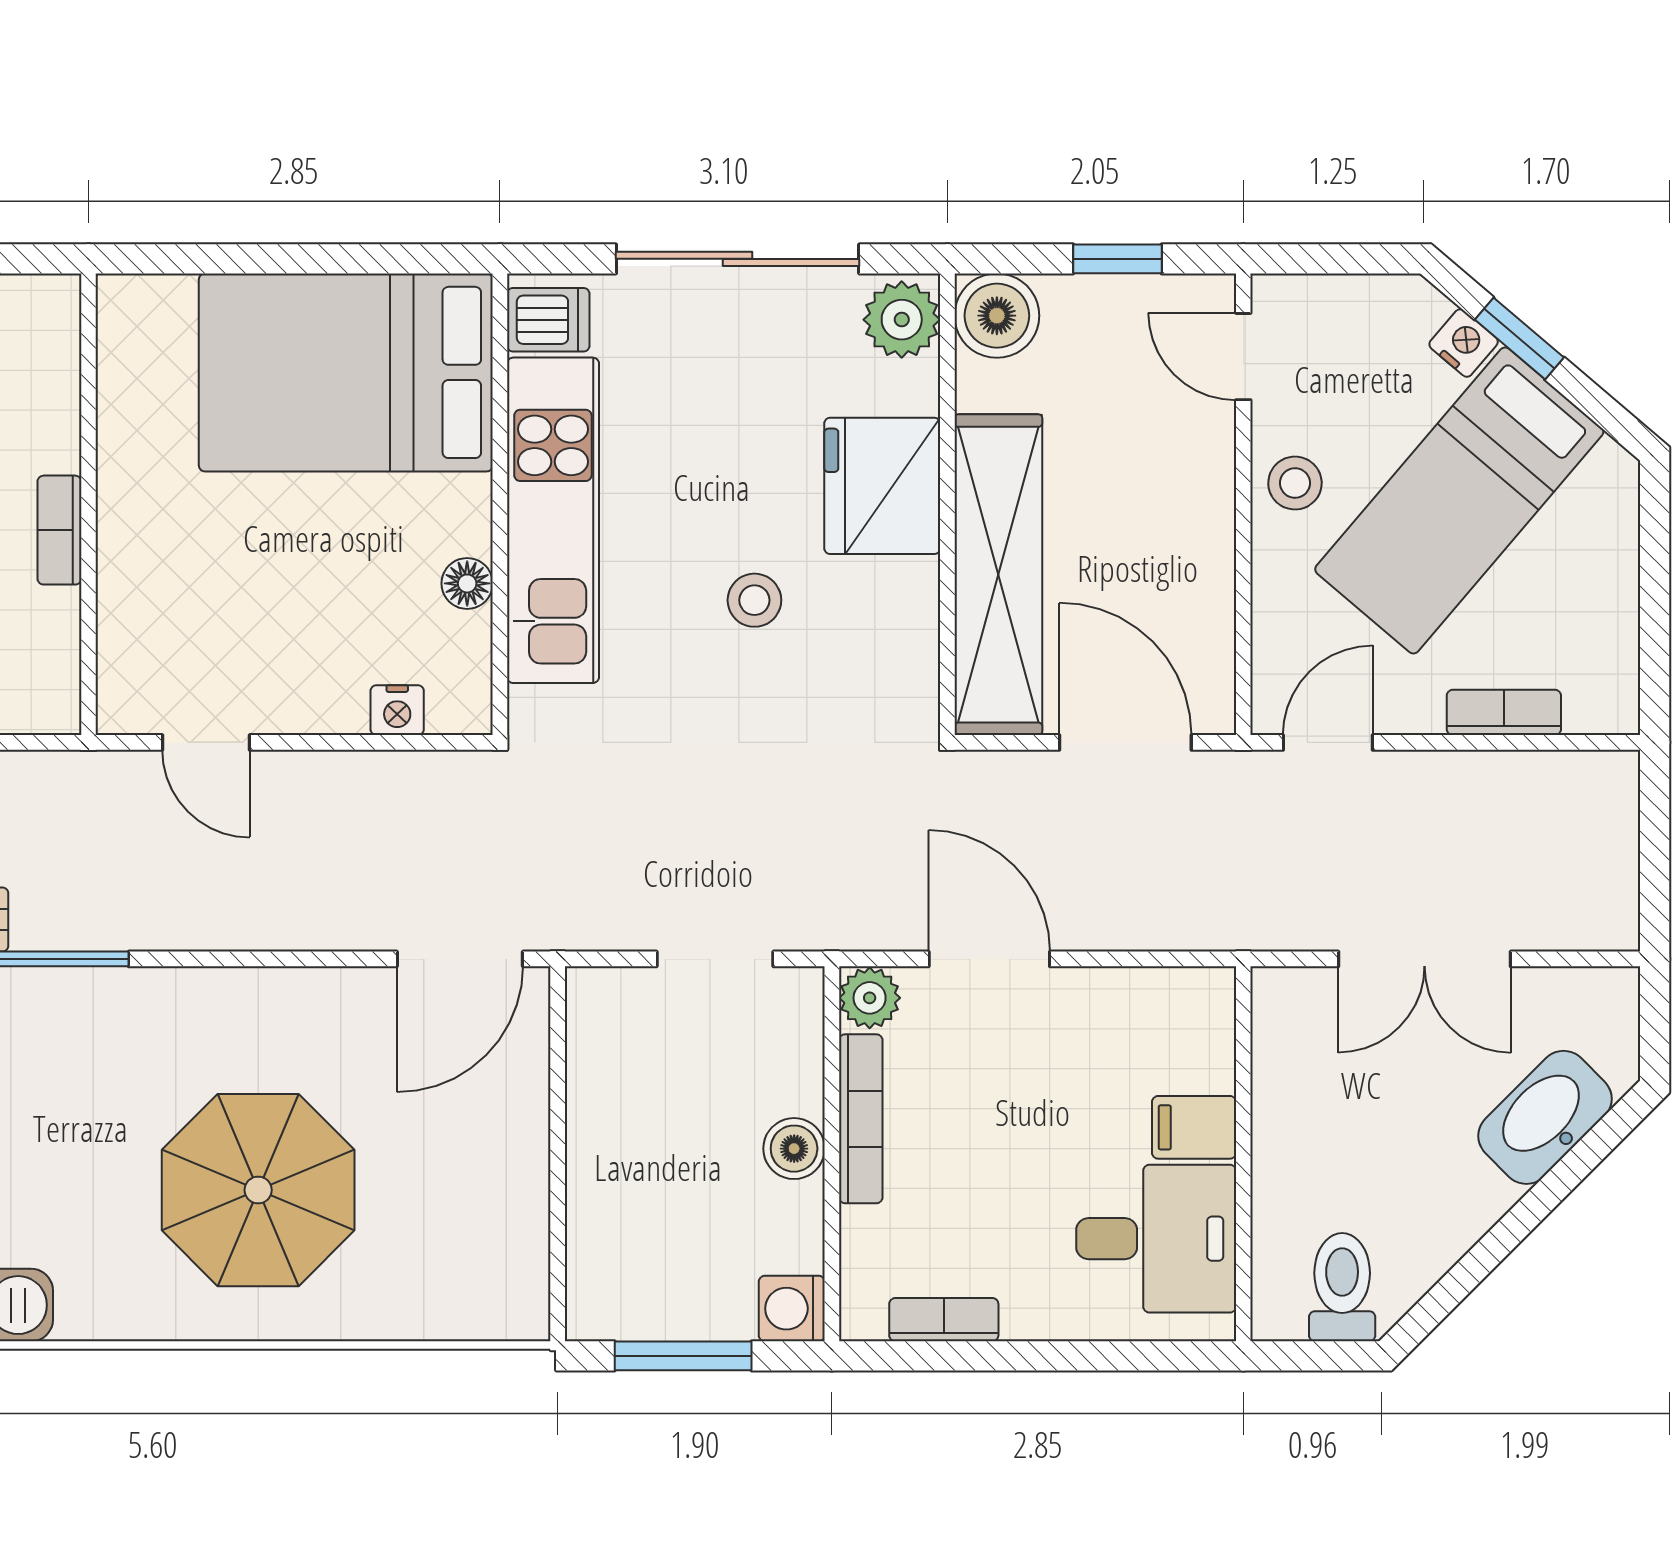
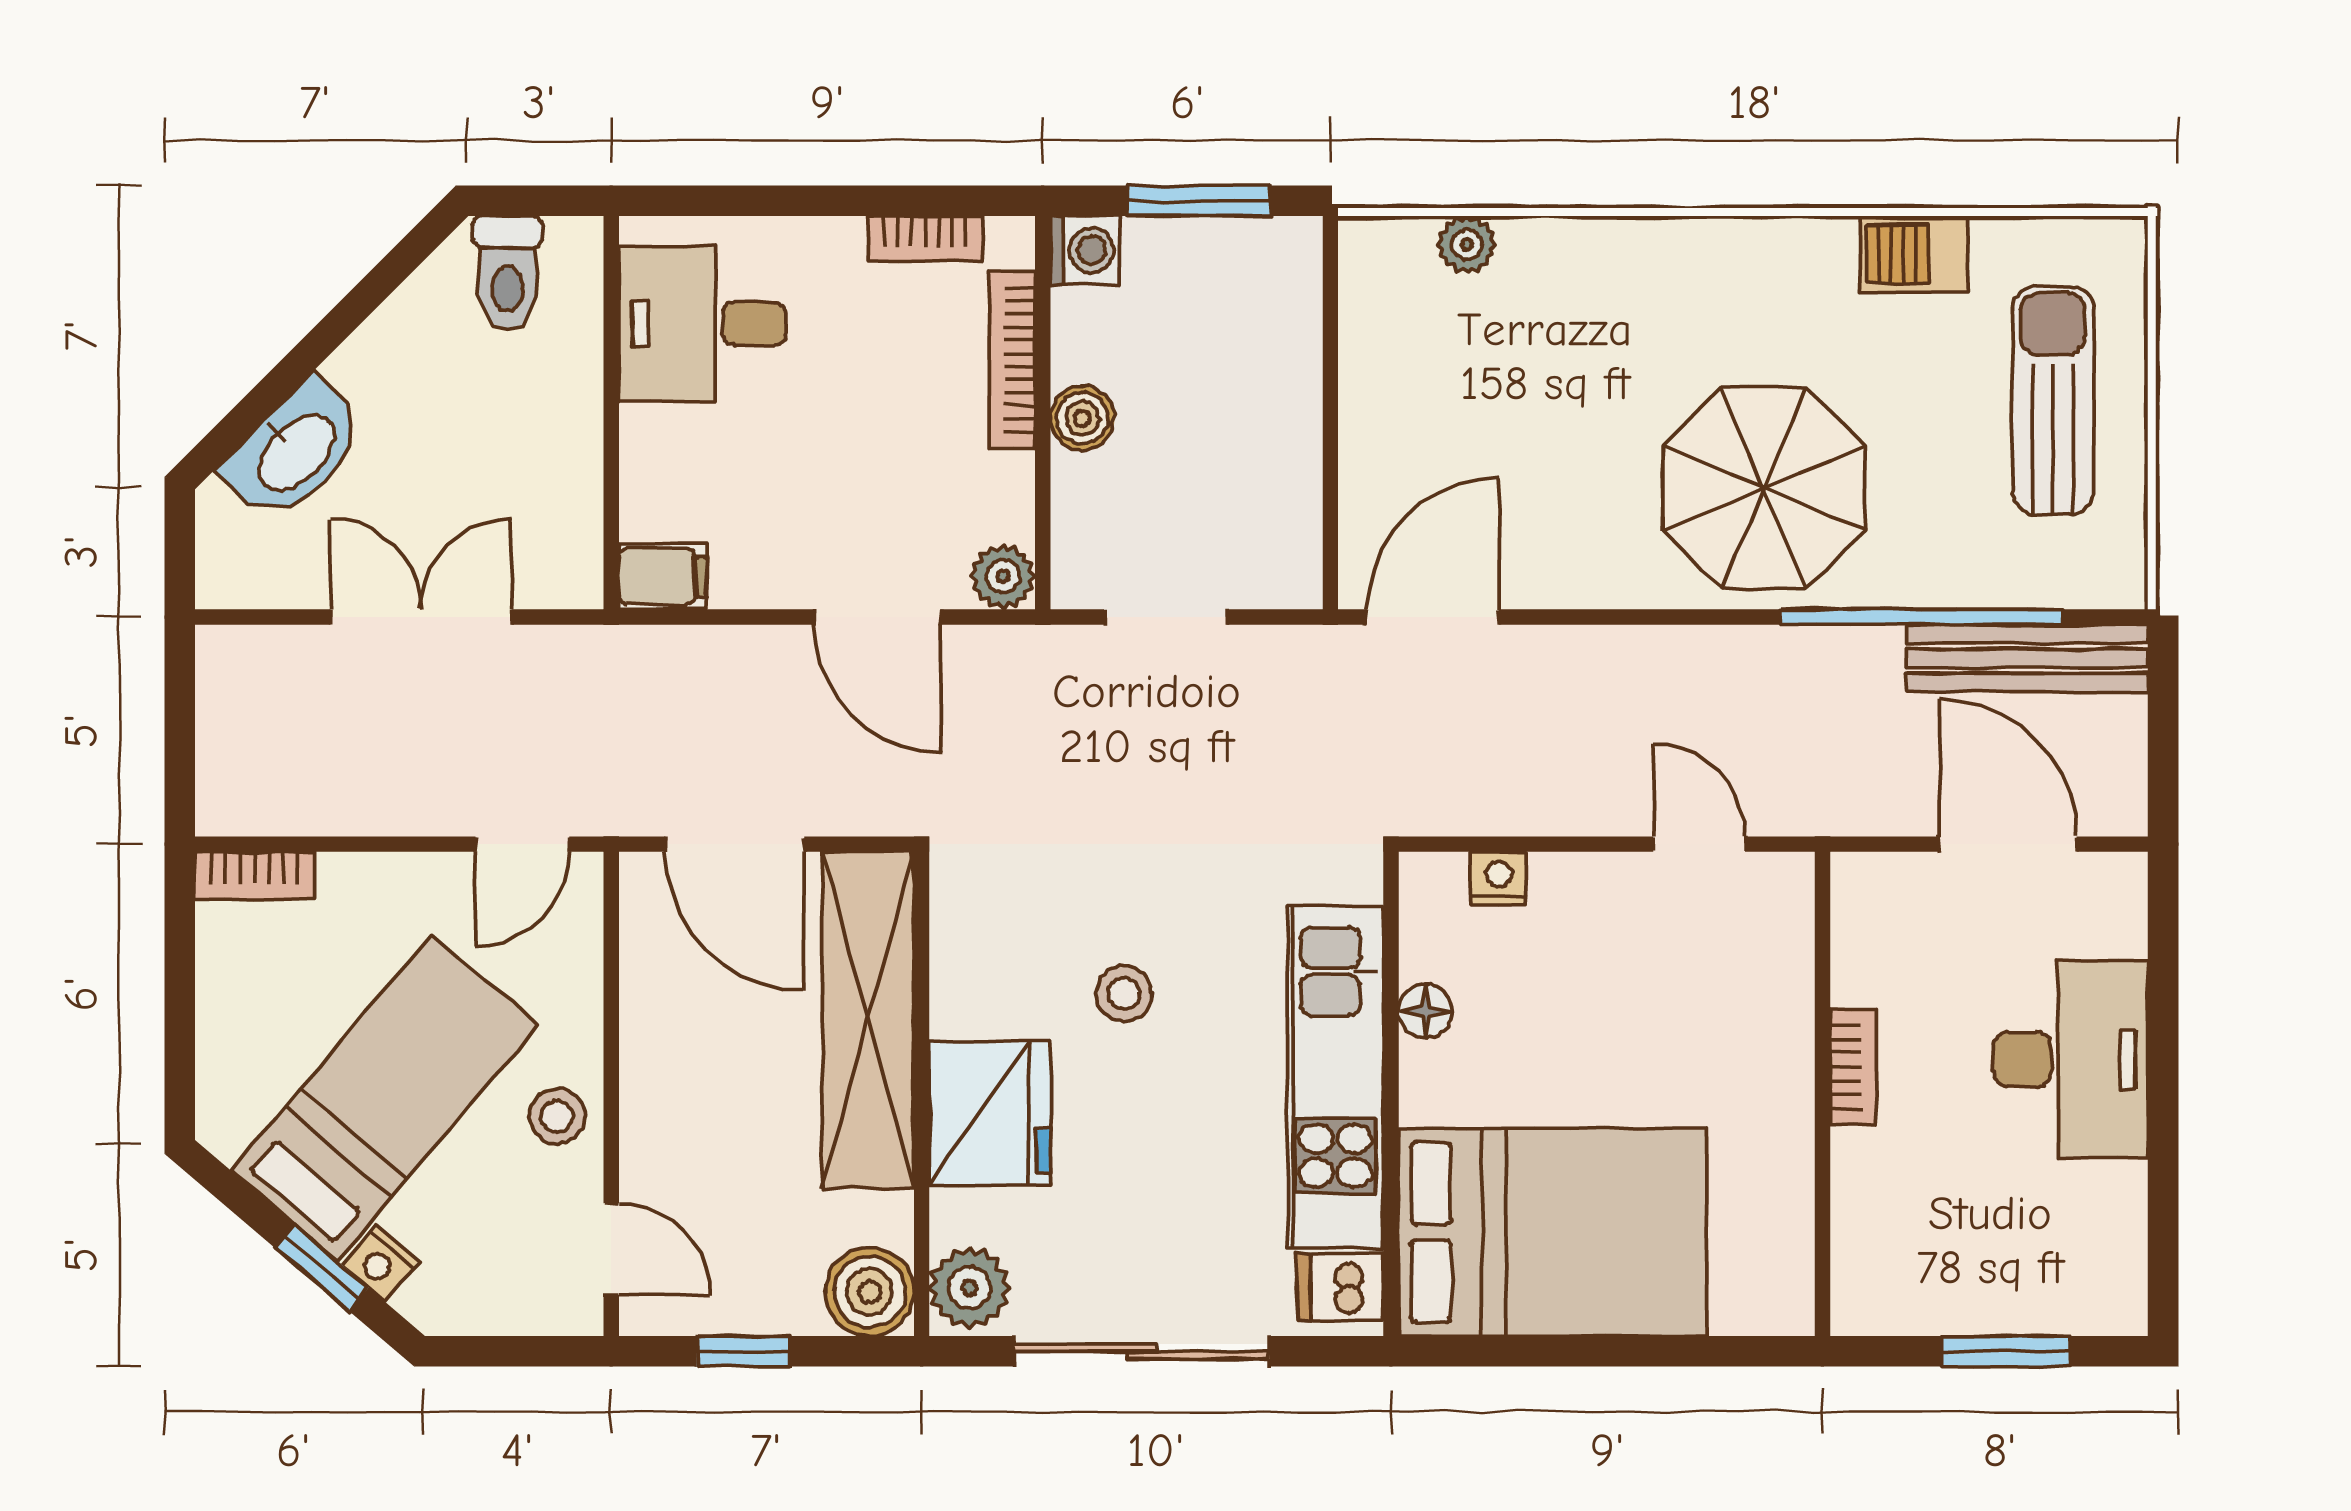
bookcase: (1504, 712) -> (255, 876), moved
bookcase: (861, 1119) -> (1012, 360), moved
filing cabinet: (1194, 1127) -> (663, 576), moved
parasol: (258, 1190) -> (1764, 488), moved
plant: (427, 1314) -> (1467, 244), added

